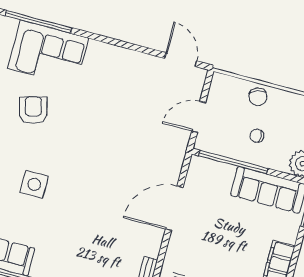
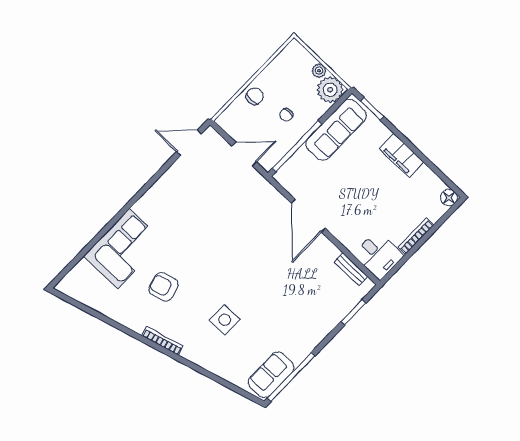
window: (38, 22) -> (93, 242), removed
chair: (258, 97) -> (255, 96), turned -70
door: (199, 117) -> (244, 154), swing flipped

